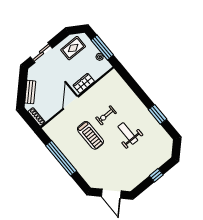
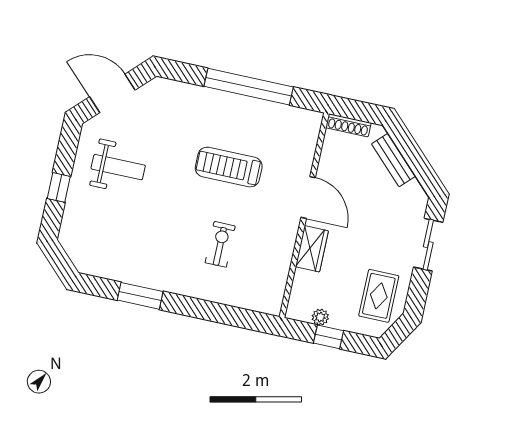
window: (102, 48) -> (329, 337), width x0.46
exercise bike: (106, 115) -> (220, 244), moved
weight bench: (128, 133) -> (118, 167), moved

